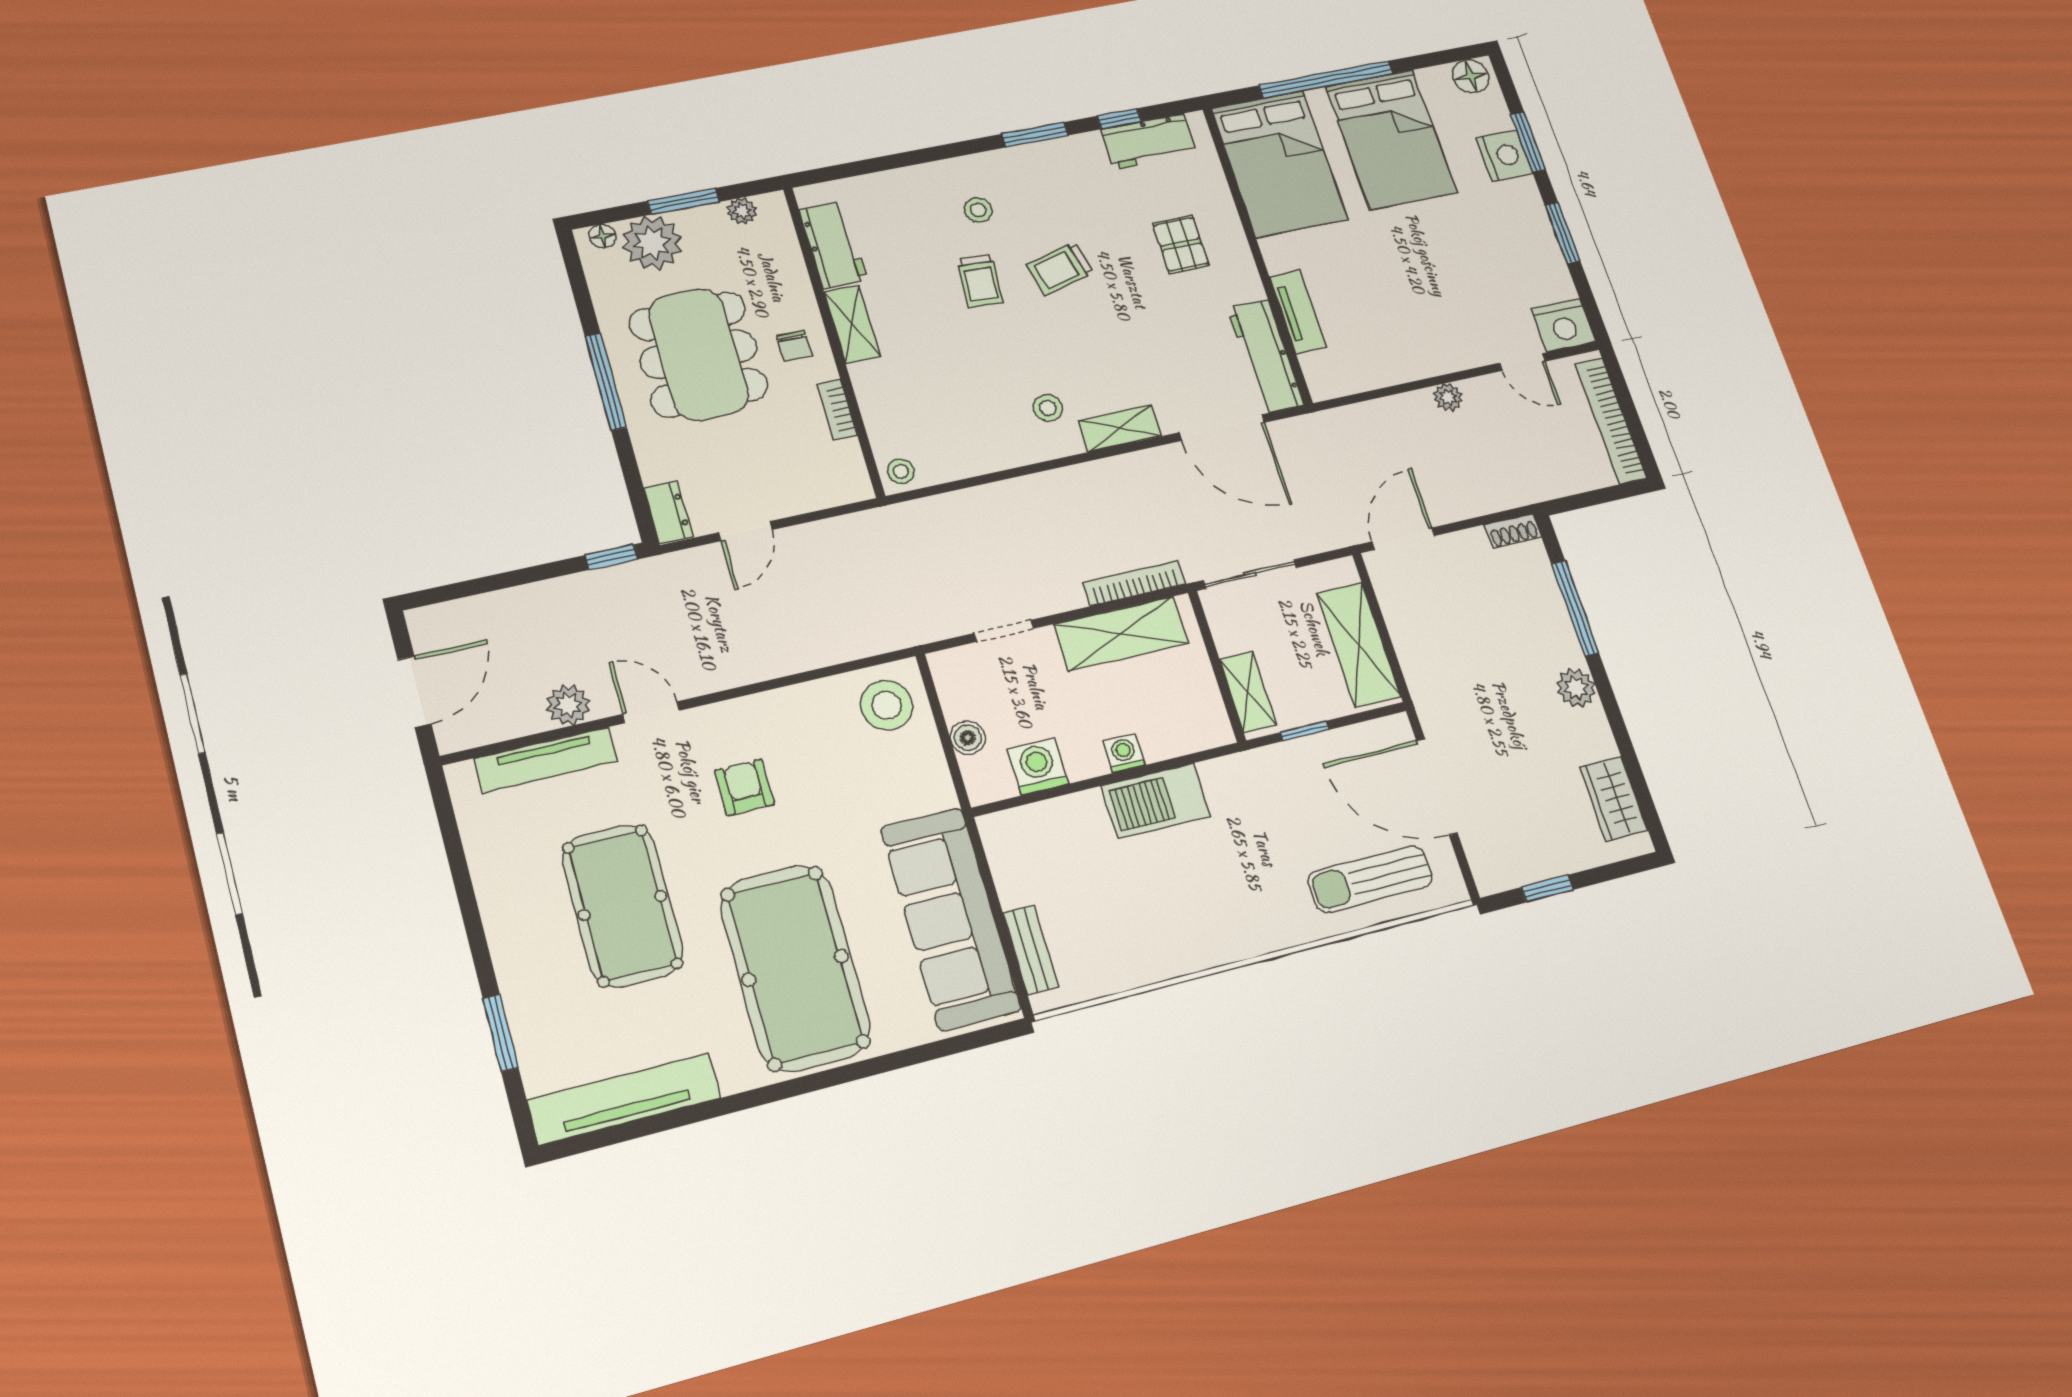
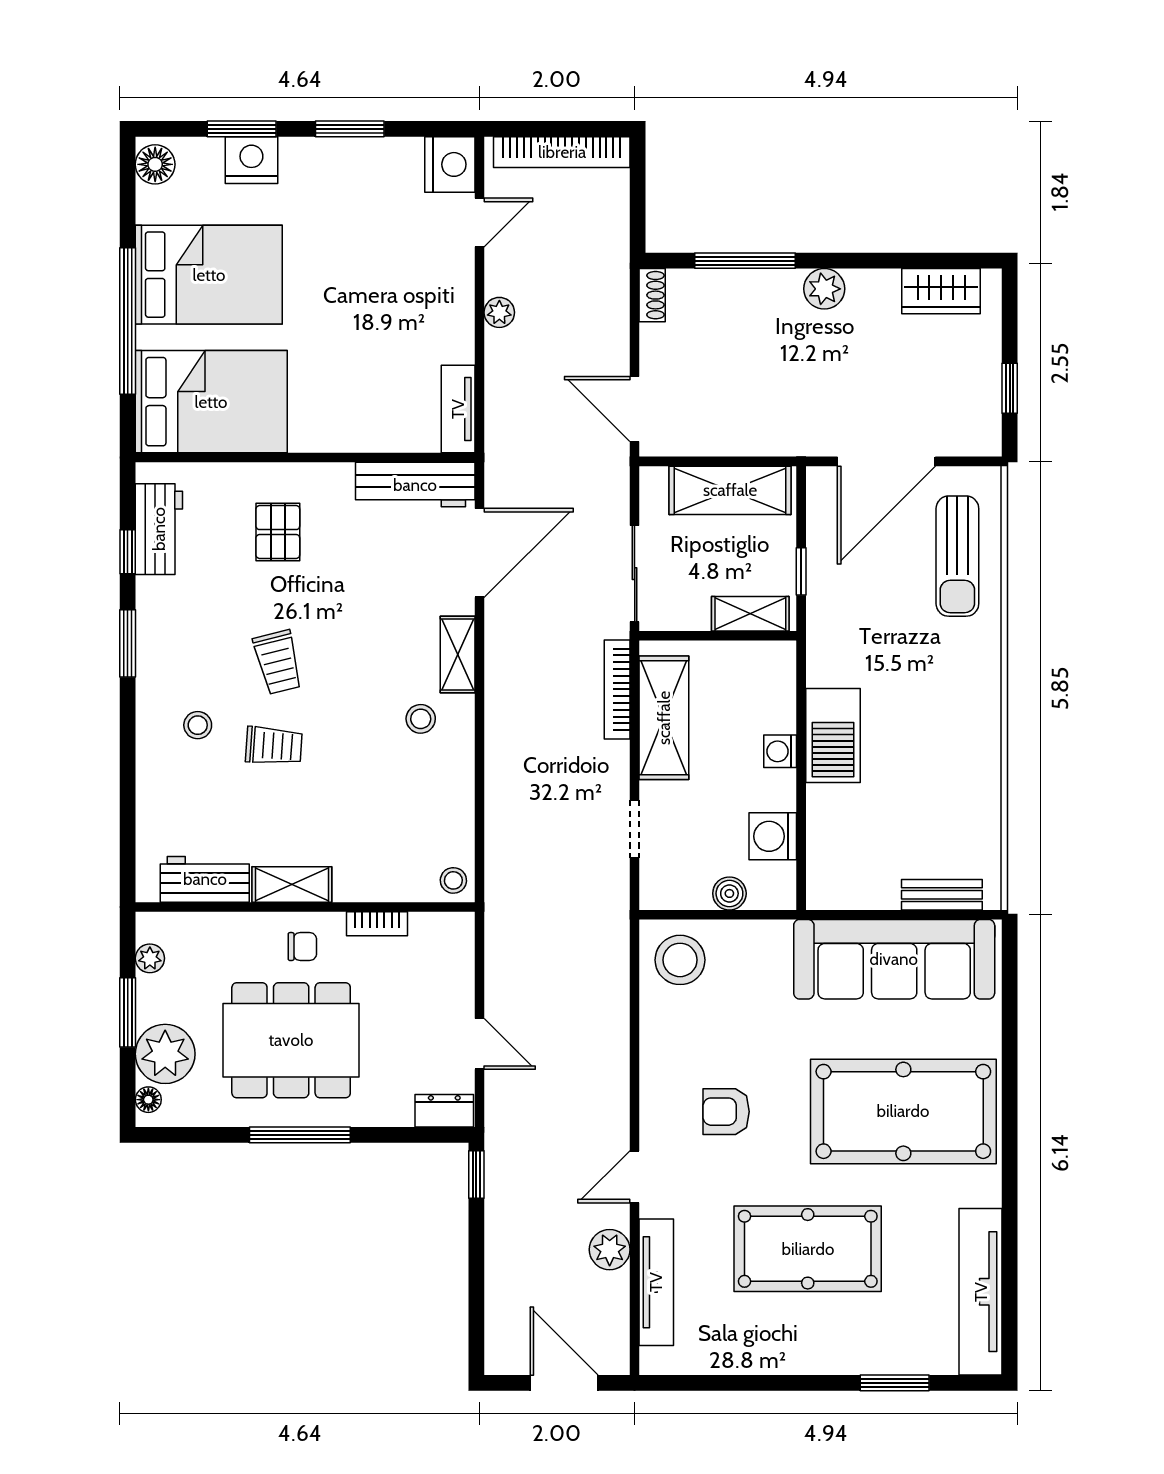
pallet: (1181, 244) -> (278, 532), turned 90
tv unit: (1298, 312) -> (458, 409), moved, turned -90

